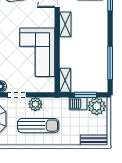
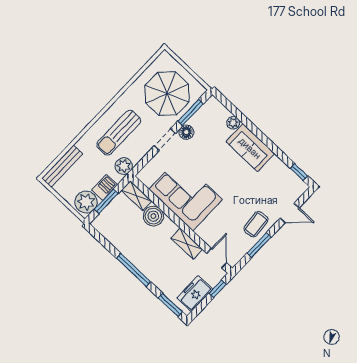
boiler: (68, 59) -> (153, 216), added
window: (110, 63) -> (134, 270), moved
plant: (35, 104) -> (124, 166), moved
bench: (94, 140) -> (62, 166), width x1.36

